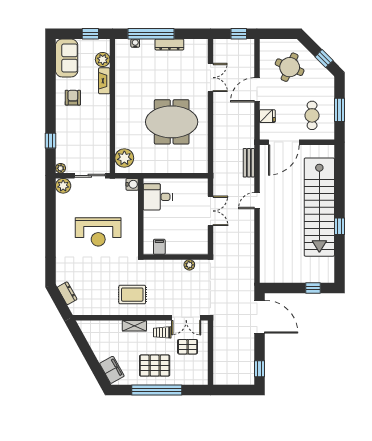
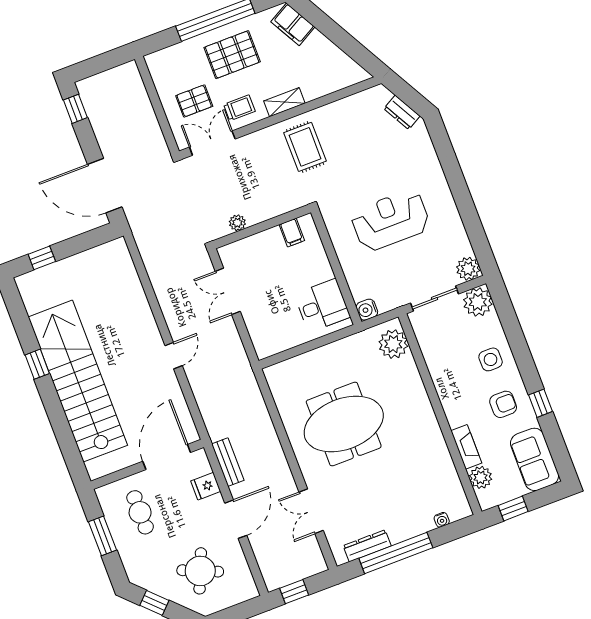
window: (151, 34) -> (396, 553), moved
dresser: (169, 45) -> (367, 546), moved
armchair: (73, 98) -> (503, 404), turned -90
side table: (70, 127) -> (491, 359), added
window: (50, 141) -> (541, 403), moved
bench: (249, 163) -> (228, 462), moved
plant: (61, 168) -> (478, 302), width x1.88, depth x1.88
double door: (210, 211) -> (228, 291), moved
rug: (132, 295) -> (305, 147), turned 90

